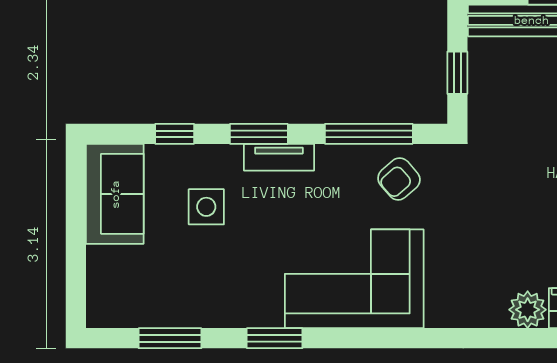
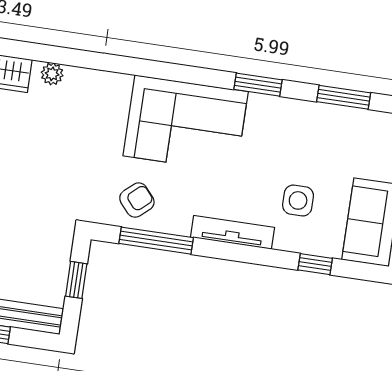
window: (259, 134) -> (246, 254), removed
tv unit: (279, 157) -> (233, 232), width x1.41
plant: (528, 310) -> (52, 74), width x0.73, depth x0.73

